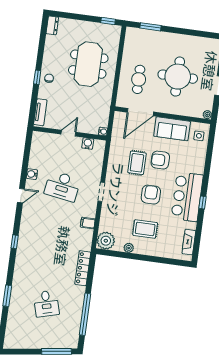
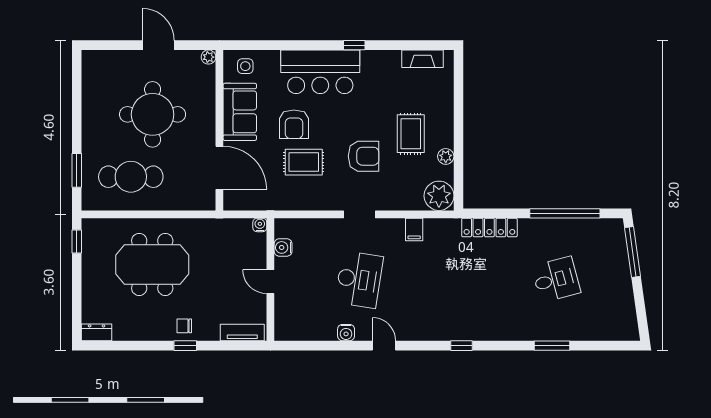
cafe table: (139, 79) -> (131, 177), moved, width x1.37, depth x1.35
armchair: (151, 195) -> (364, 156), moved, turned 180
bar counter: (187, 197) -> (320, 72), moved

